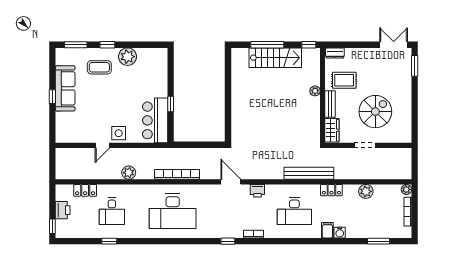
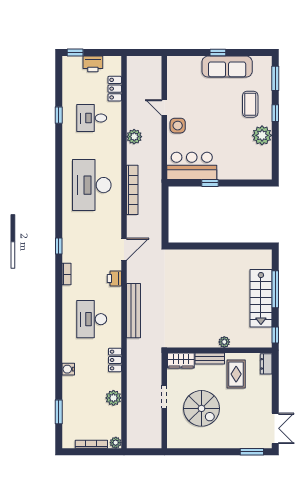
bench: (309, 173) -> (133, 311), moved
filing cabinet: (327, 230) -> (71, 356), removed

